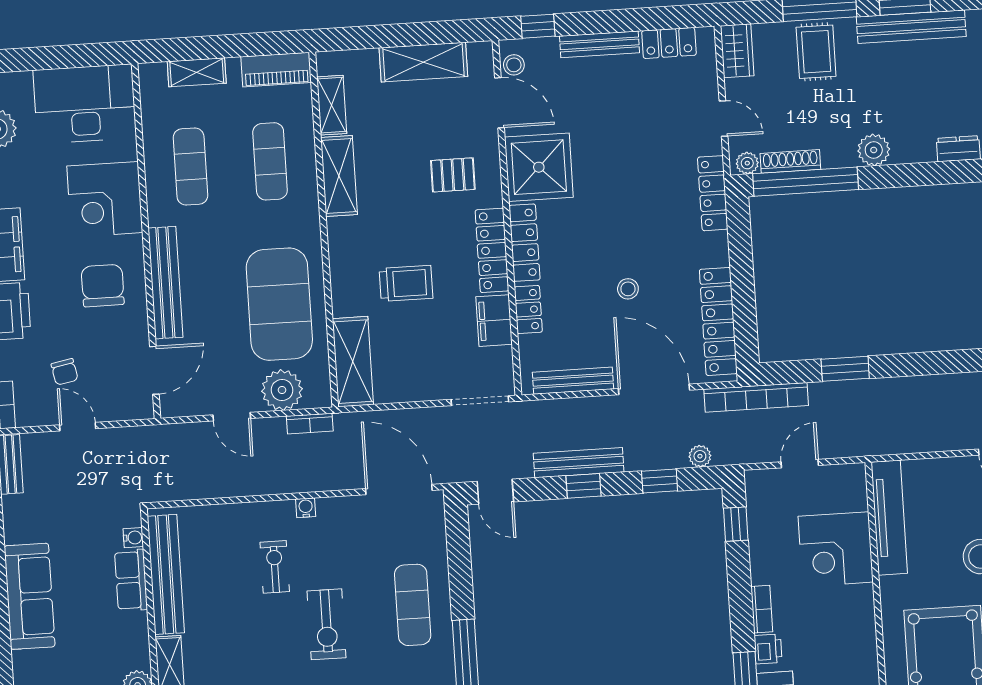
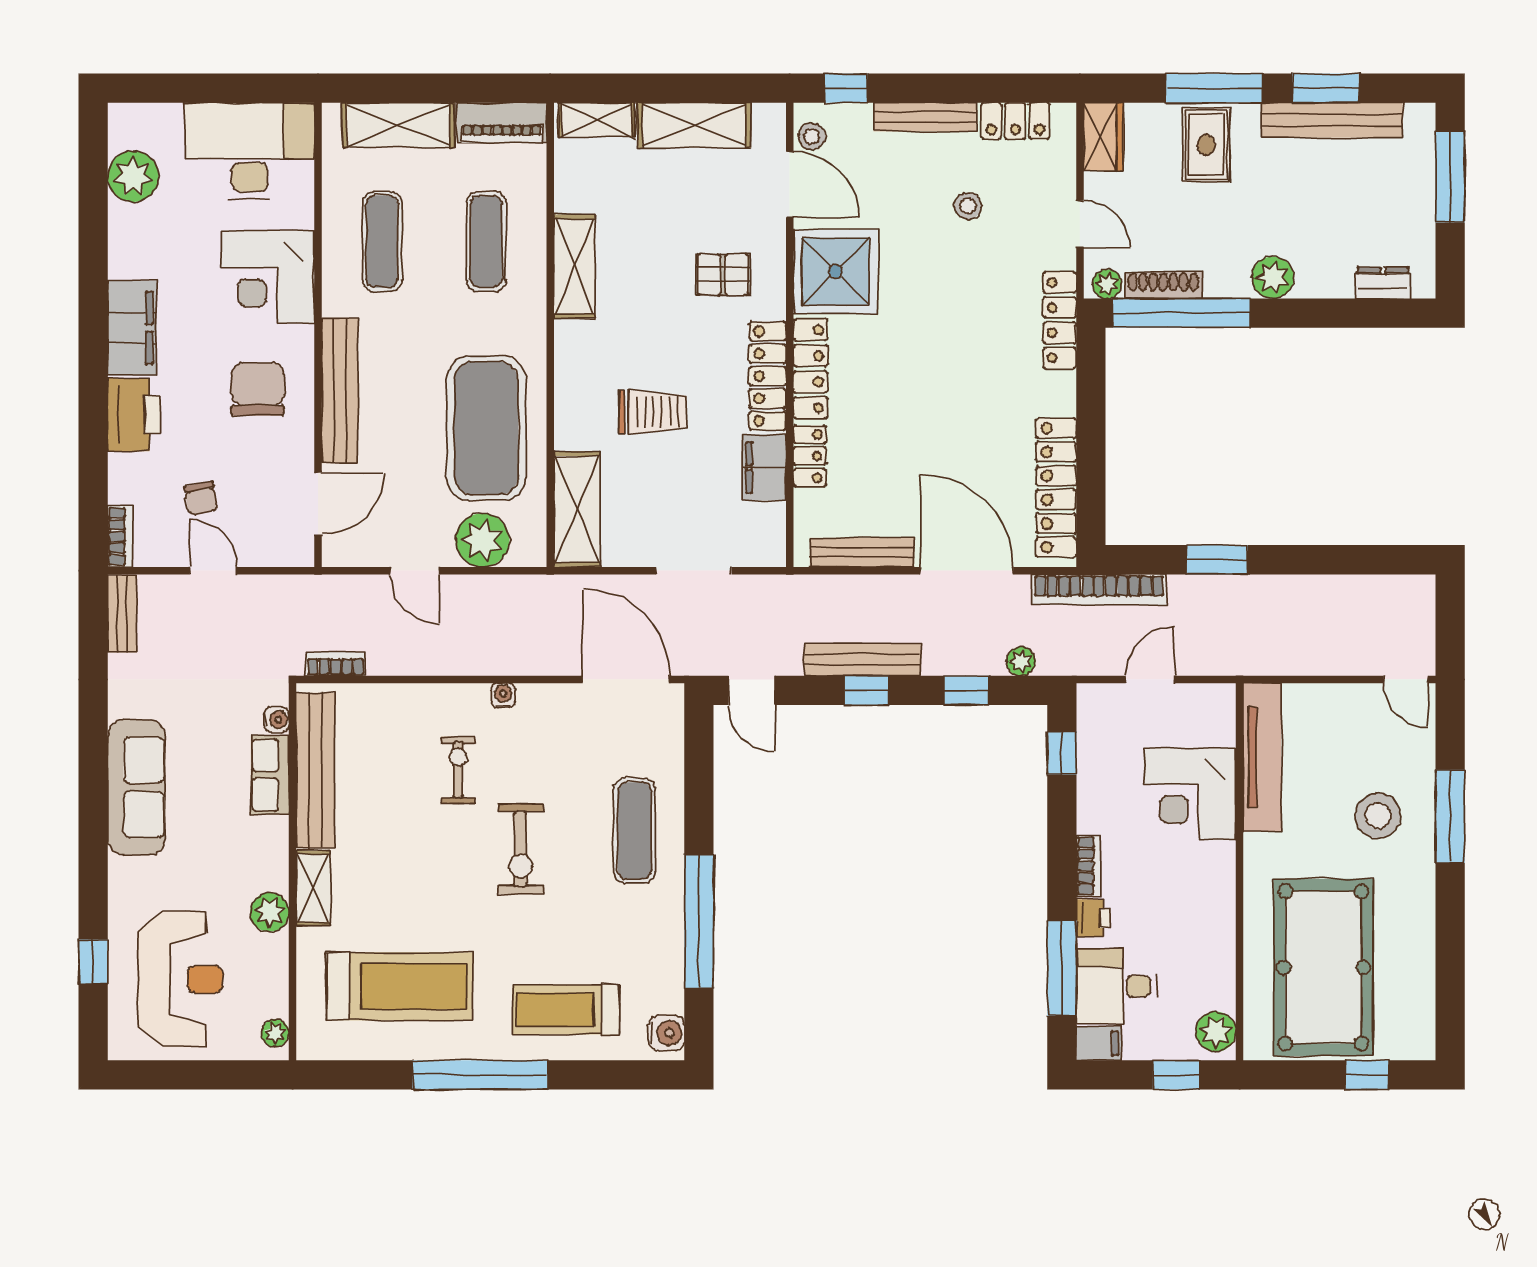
shelving: (197, 72) -> (398, 125), width x1.50, depth x1.33
shelving: (332, 105) -> (597, 120), moved, turned 90
stool: (628, 289) -> (968, 206), moved
doorway: (480, 401) -> (694, 571), moved
bookcase: (310, 424) -> (336, 664), moved, turned 180

